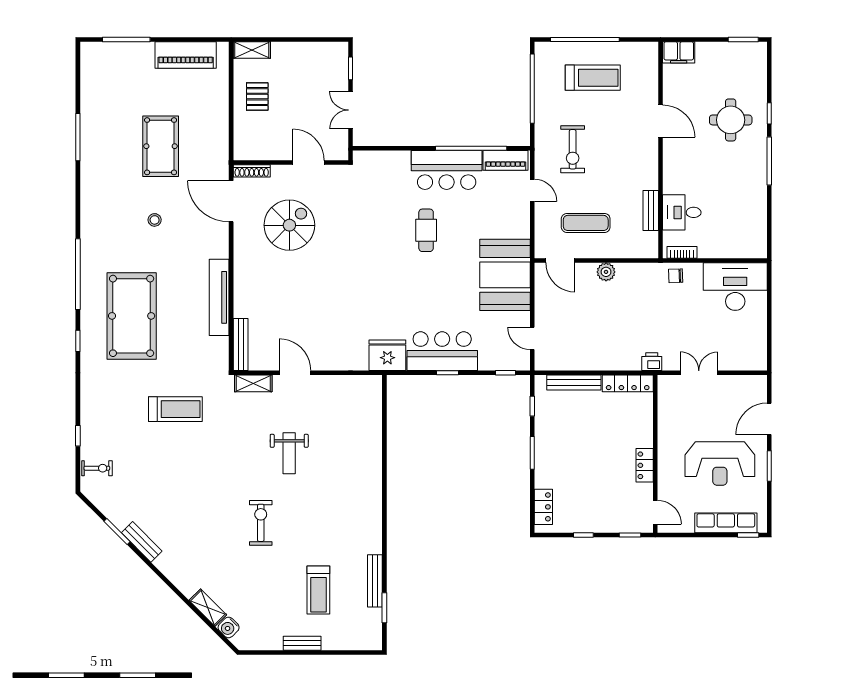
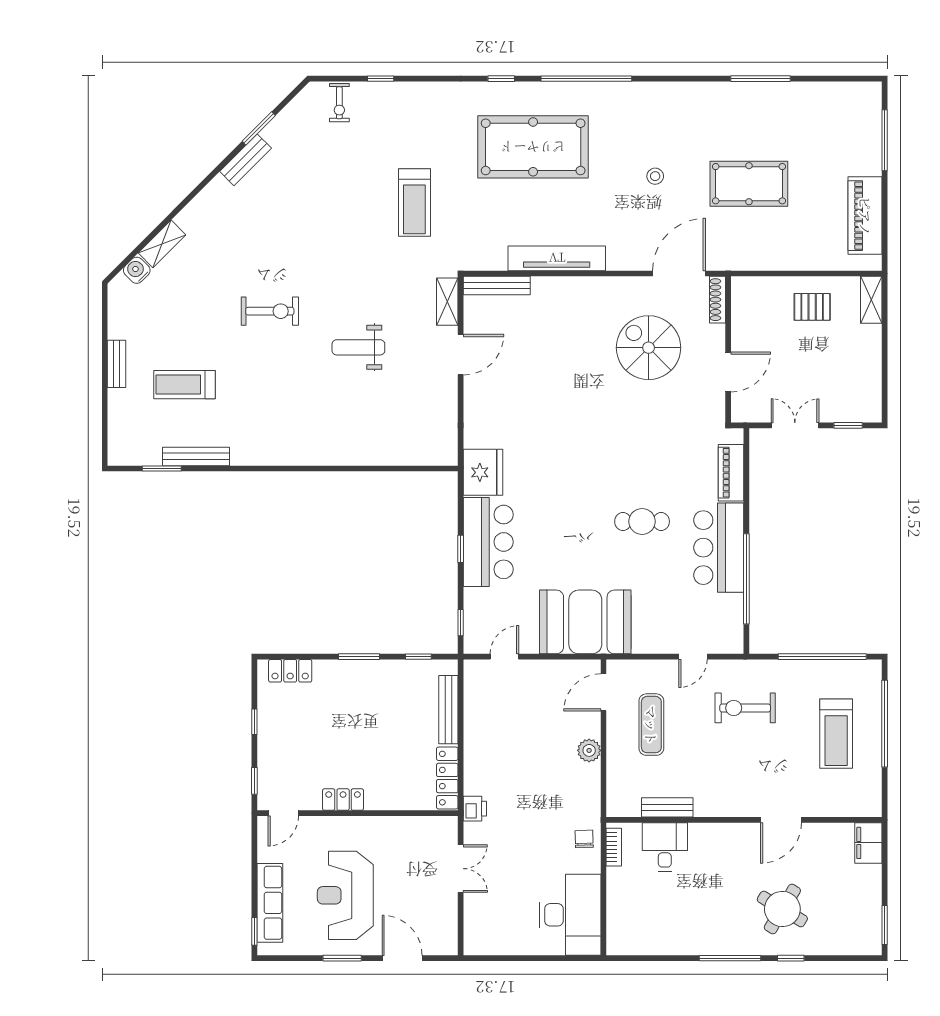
round table: (731, 120) -> (782, 909), turned 31
piano: (505, 160) -> (731, 473), moved
spiral stairs: (289, 225) -> (649, 348), turned 180

